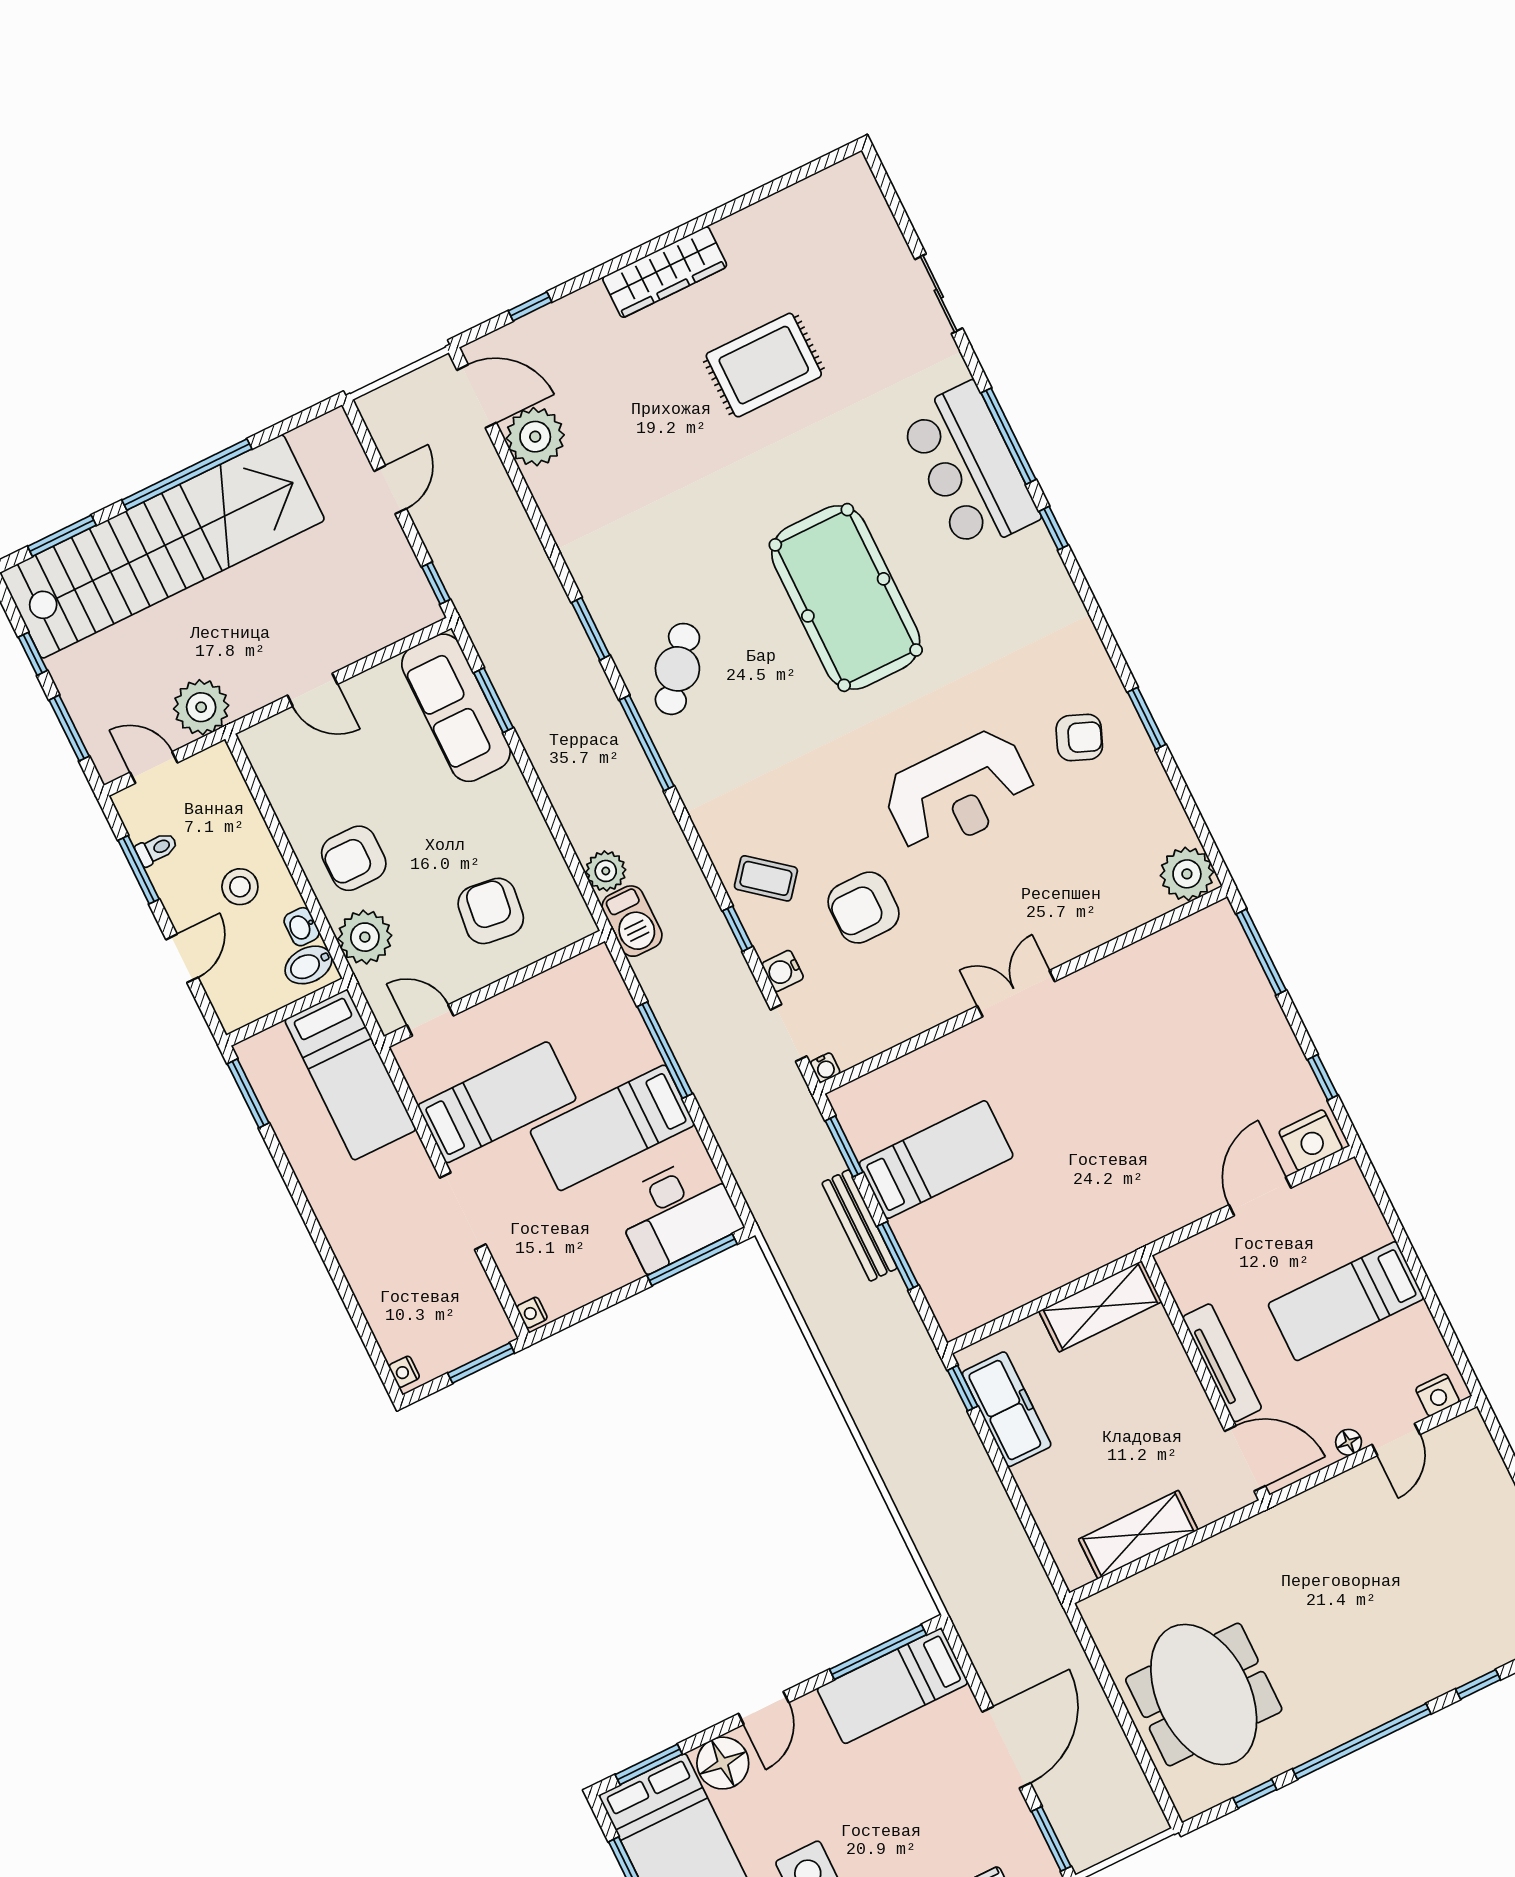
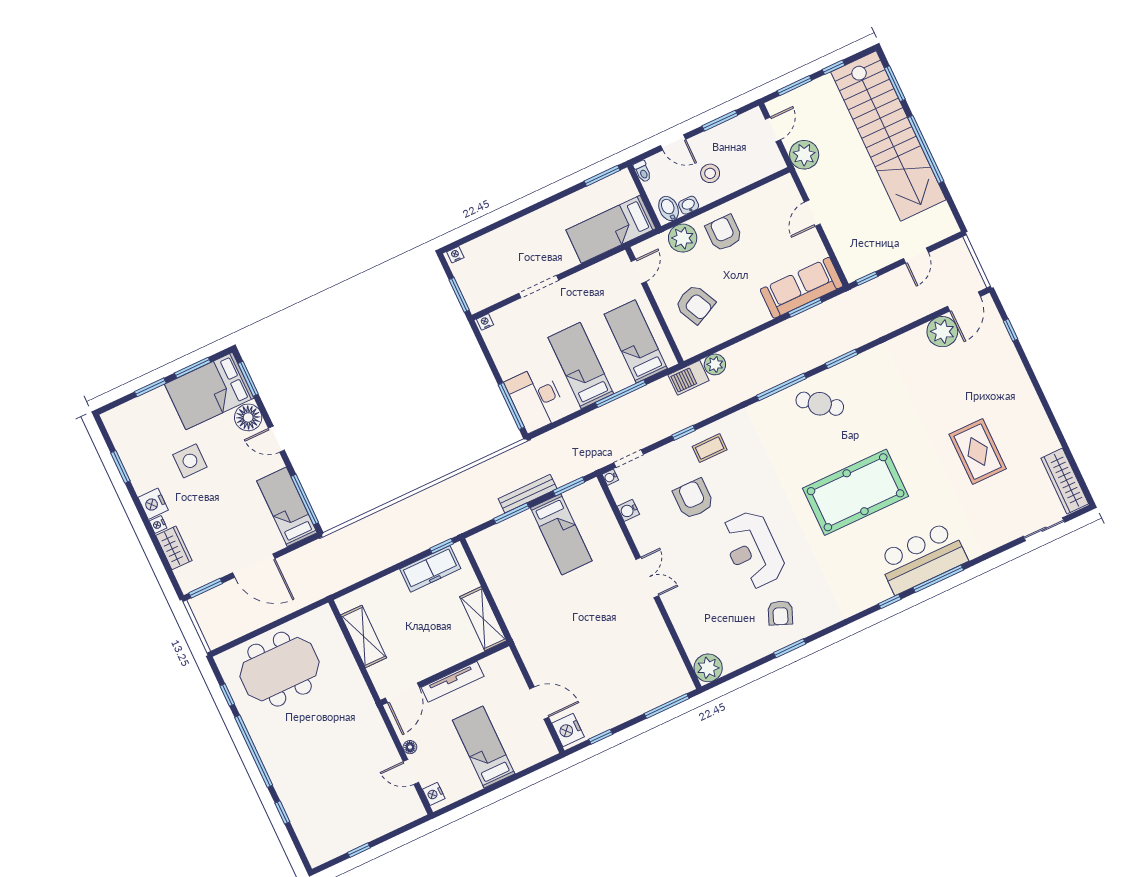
wardrobe: (665, 272) -> (1065, 481), moved
sliding door: (939, 294) -> (1044, 529), moved
door: (390, 490) -> (916, 255), hinge flipped
toilet: (157, 849) -> (643, 171), moved
coffee table: (766, 878) -> (710, 448), turned 51
armchair: (491, 911) -> (695, 304), turned 57
water cooler: (783, 971) -> (628, 510), moved, turned -90
bed: (497, 1102) -> (636, 341), moved, turned 180

